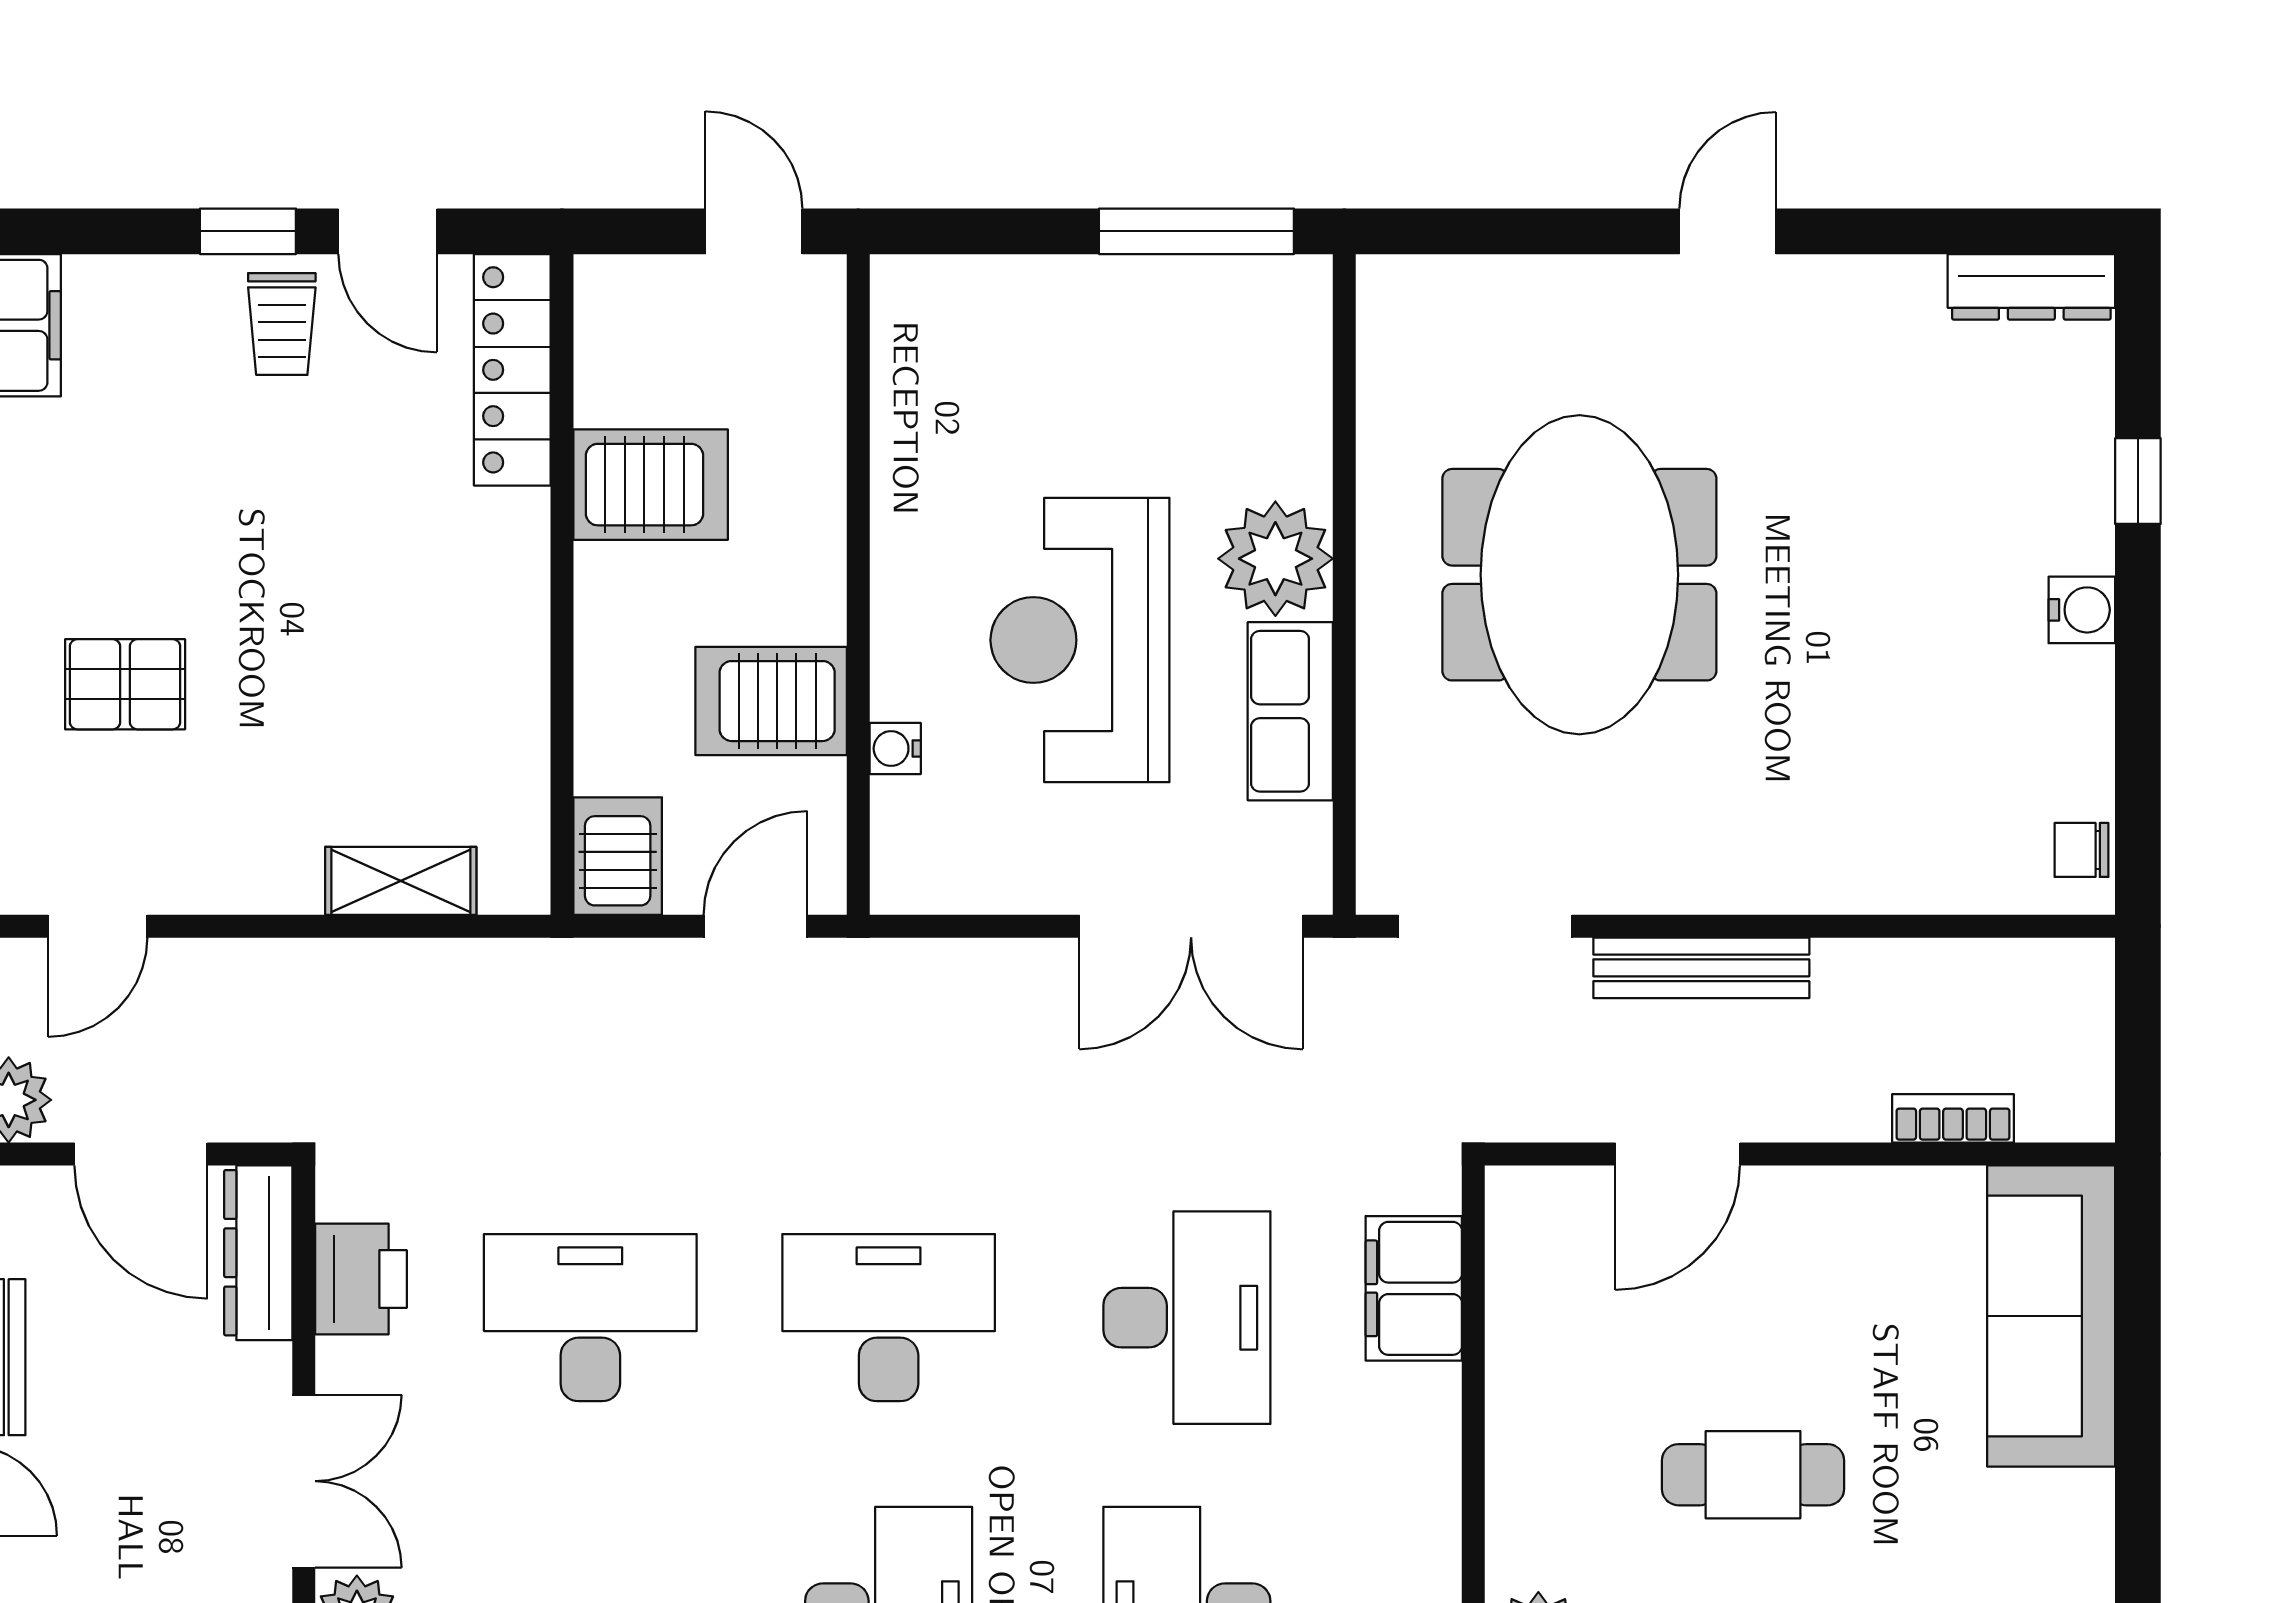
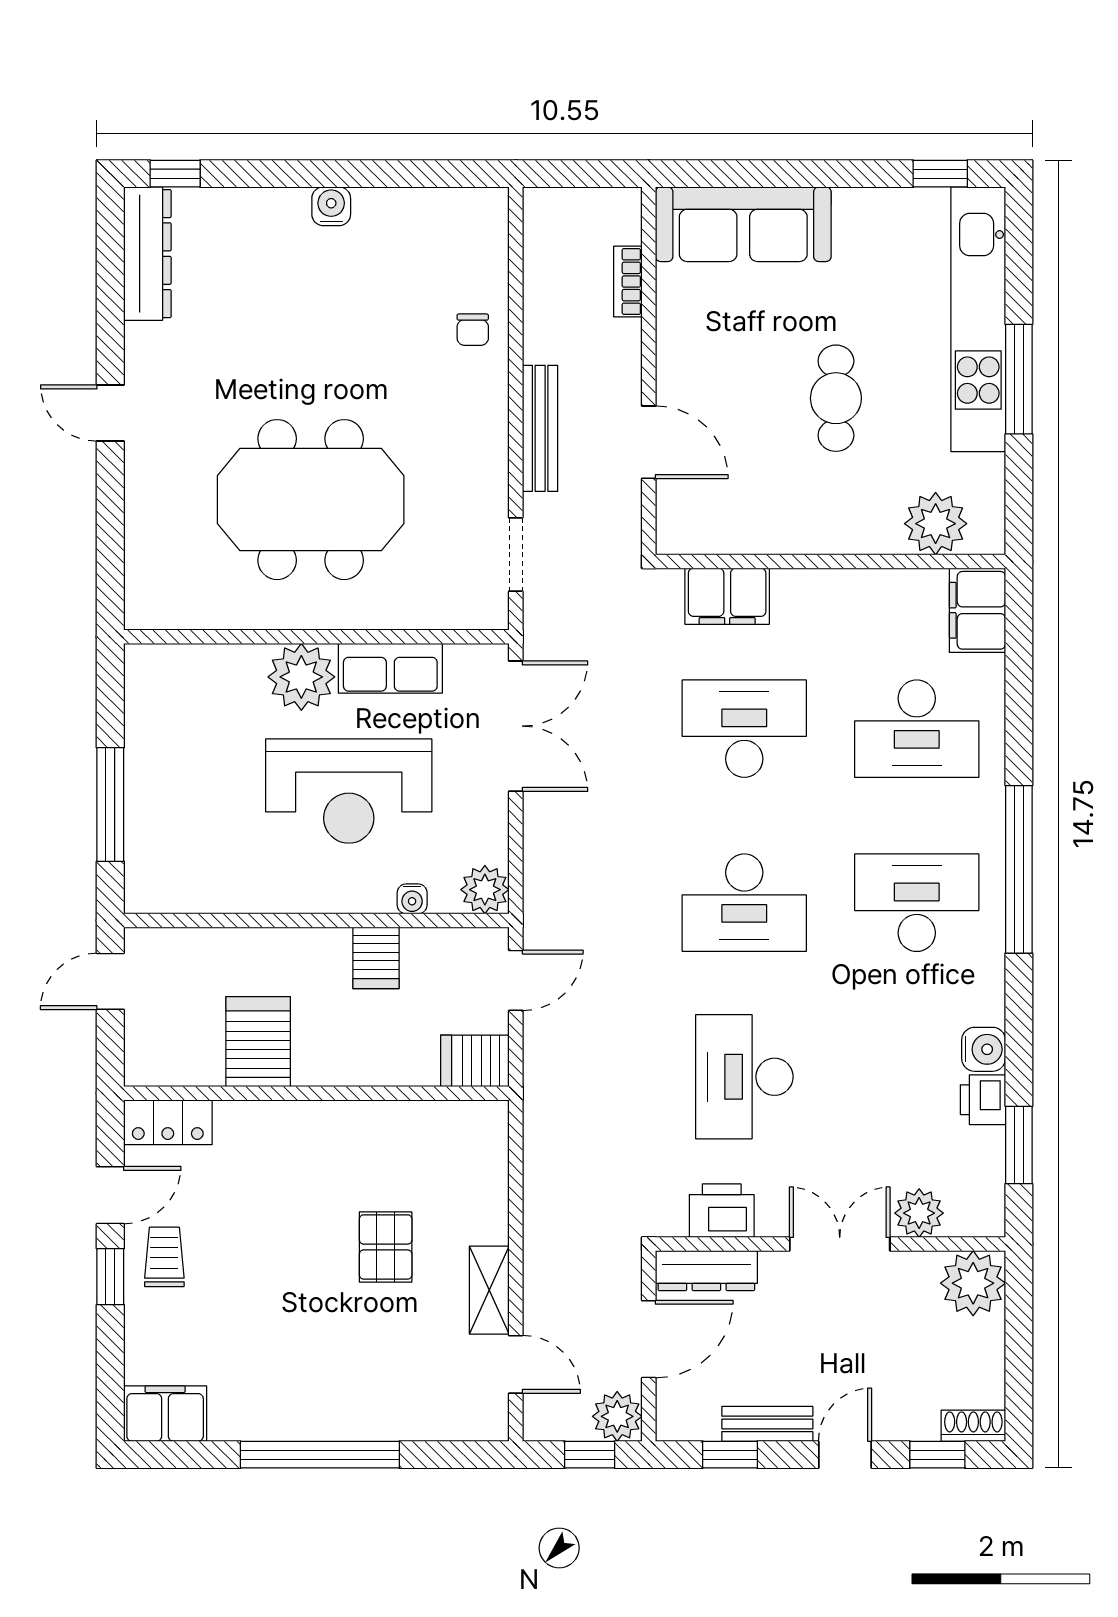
window: (1196, 231) -> (110, 804), moved
dresser: (2031, 287) -> (147, 254), width x1.37, depth x1.24
trolley: (282, 324) -> (164, 1257), turned -90
locker: (512, 370) -> (168, 1122), width x0.66
window: (2138, 481) -> (175, 174), moved
pallet: (125, 684) -> (386, 1247), moved
server rack: (771, 701) -> (376, 958), width x0.73, depth x0.70
chair: (2081, 850) -> (473, 330), moved
plant: (911, 873) -> (485, 890), added
shelving: (401, 881) -> (489, 1290), moved
door: (756, 926) -> (516, 980), swing flipped
doorway: (1485, 926) -> (516, 555), width x0.73
desk: (889, 1318) -> (744, 903), turned -90

